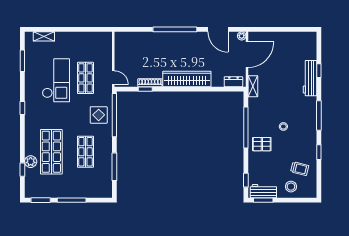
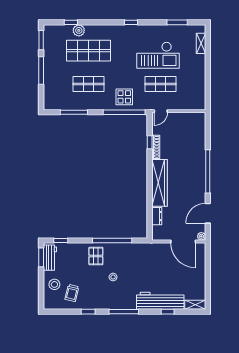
workbench: (310, 78) -> (160, 301), width x1.36, depth x1.32
dresser: (233, 82) -> (157, 216), moved
shelving: (253, 86) -> (195, 305), moved

